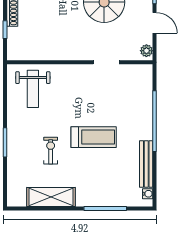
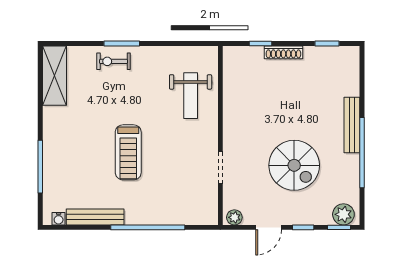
weight bench: (33, 89) -> (191, 96), moved, turned -90
exercise bike: (51, 151) -> (114, 61), moved, turned 180
shelving: (51, 197) -> (54, 76), moved

